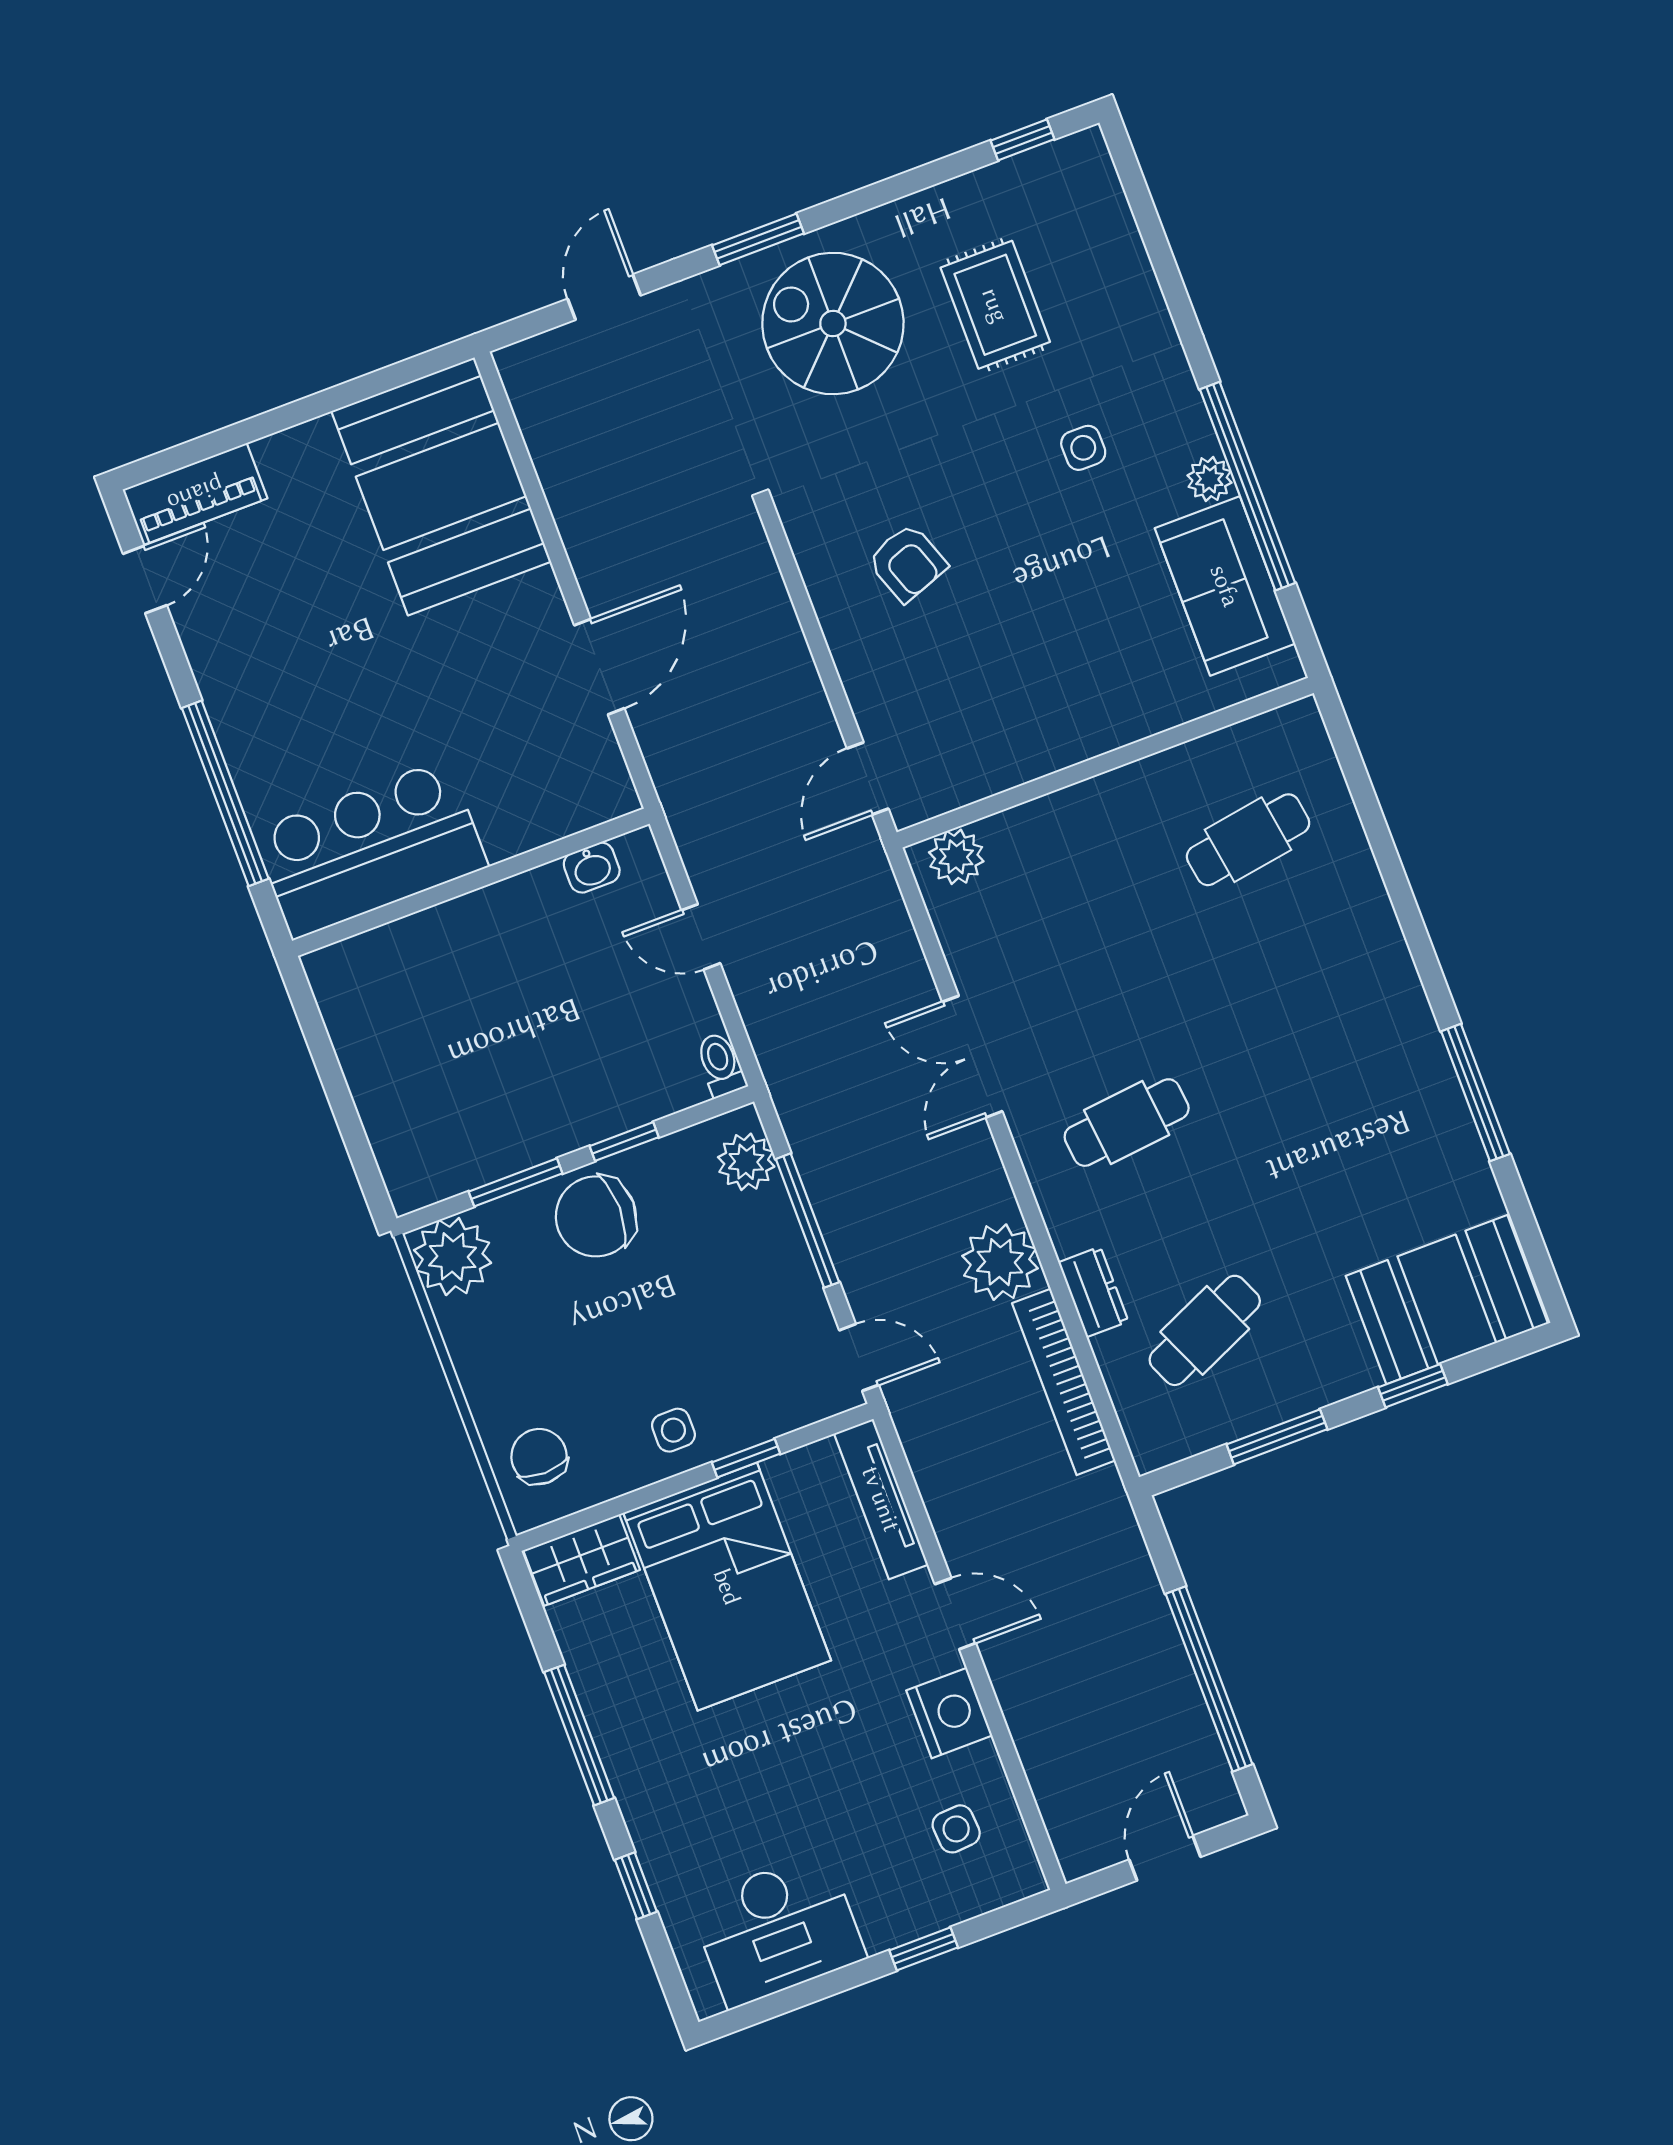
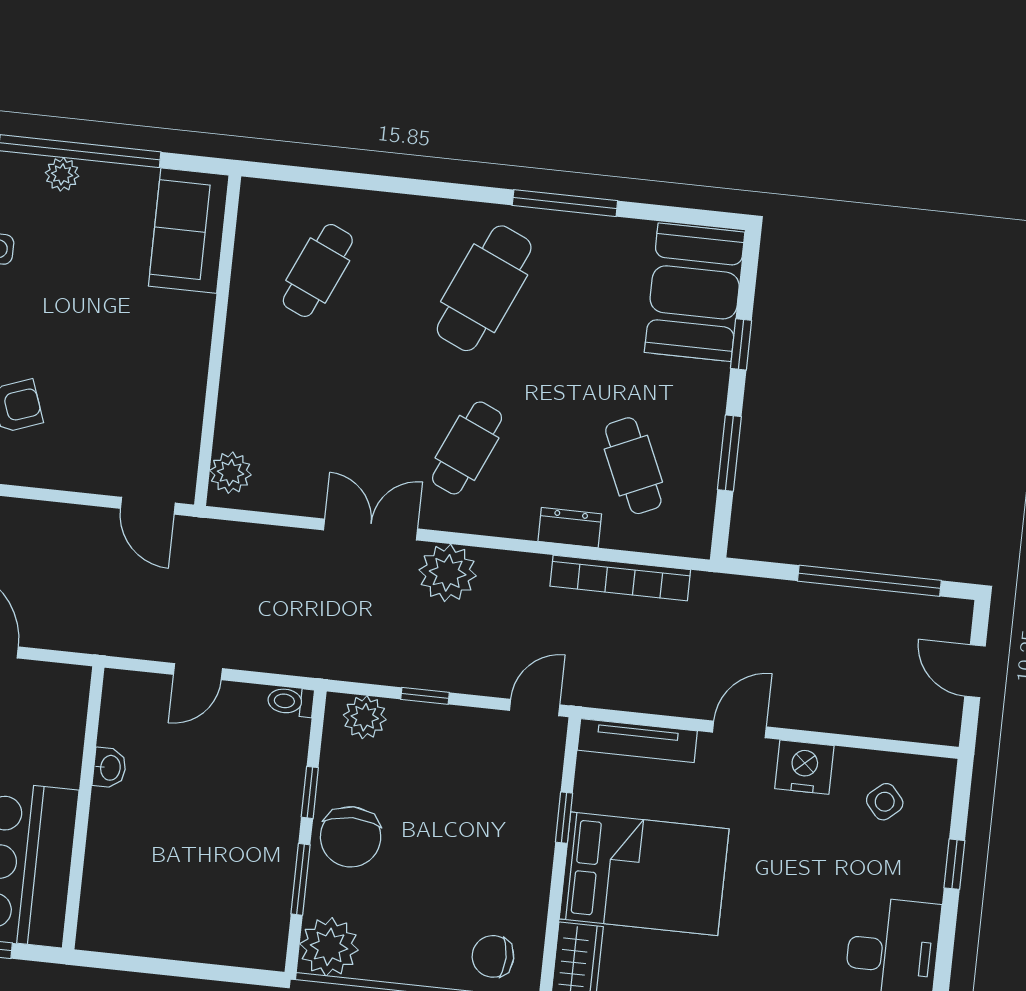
sofa: (1225, 586) -> (189, 231), moved, turned 90
cafe table: (1248, 840) -> (318, 270), turned 33
washbasin: (592, 868) -> (109, 768), moved
cafe table: (1326, 1048) -> (484, 288), added
double door: (972, 1057) -> (370, 529), swing flipped
cafe table: (1127, 1123) -> (467, 448), turned 30
window: (807, 1221) -> (425, 696), width x0.46
plant: (1000, 1262) -> (448, 573), moved
side table: (673, 1430) -> (521, 857), removed
side table: (956, 1829) -> (885, 802), turned -37

